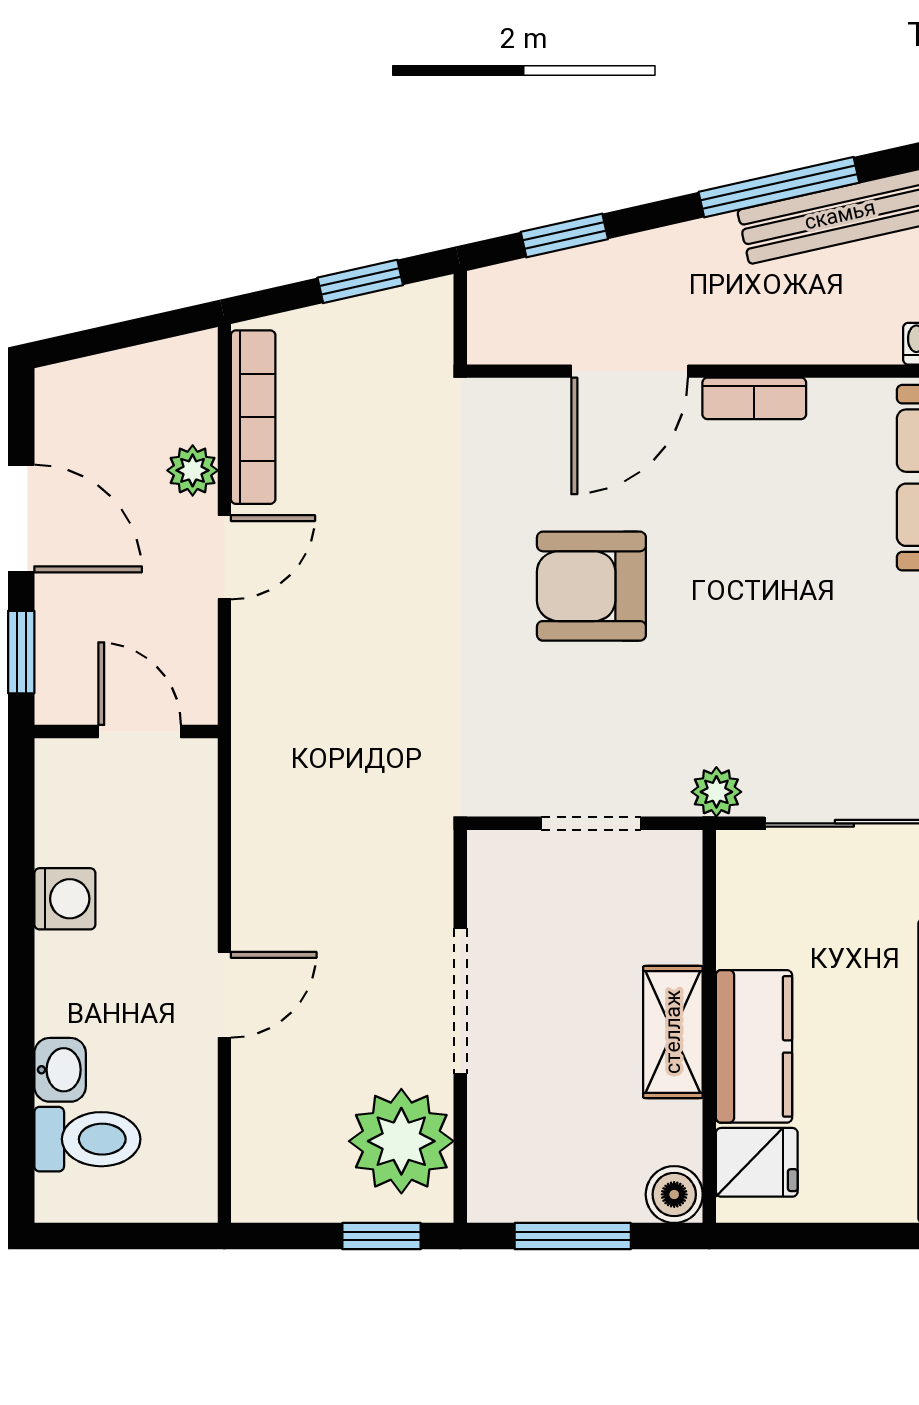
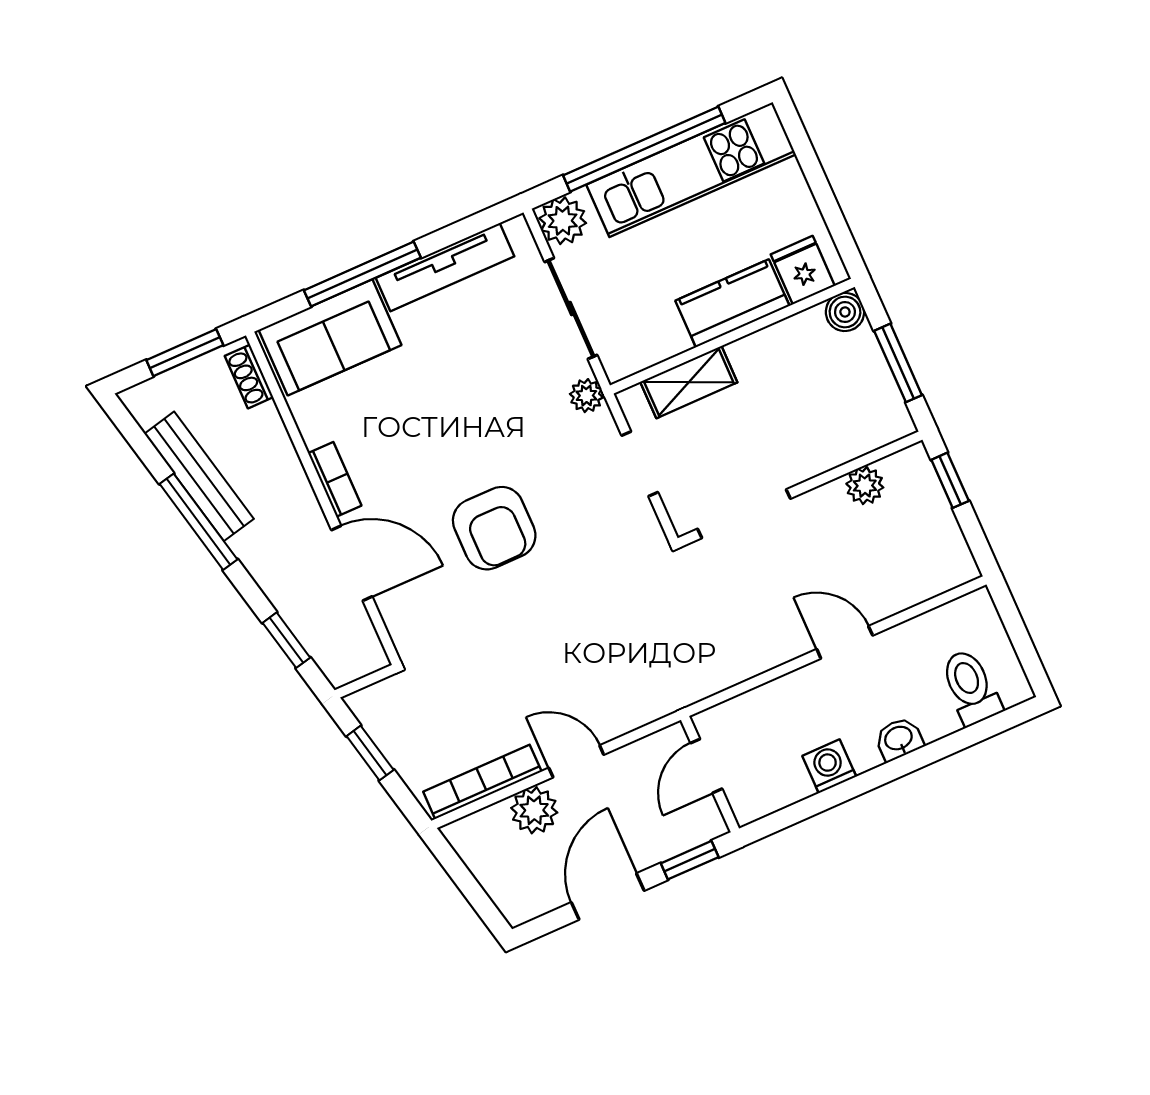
plant: (193, 470) -> (534, 810), width x1.38, depth x1.38
doorway: (460, 1001) -> (744, 514), moved
shelving: (673, 1032) -> (689, 382), moved
washbasin: (60, 1070) -> (899, 739), moved
plant: (401, 1141) -> (865, 486), width x0.53, depth x0.53

